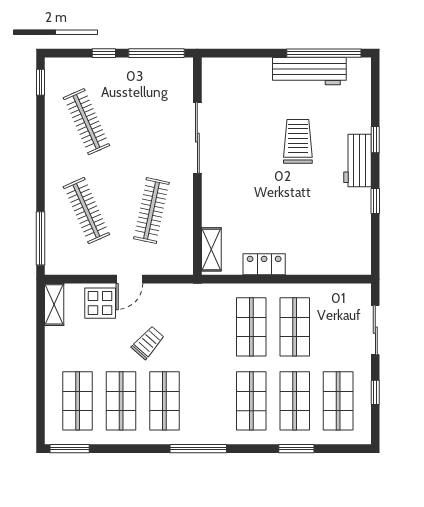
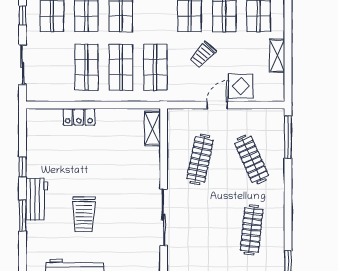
clothes rail: (86, 122) -> (252, 230), turned 30
window: (375, 140) -> (23, 216), width x1.50
locker: (264, 264) -> (79, 117), moved
shelving: (54, 304) -> (277, 56), moved
shop shelf: (208, 327) -> (155, 67), added

